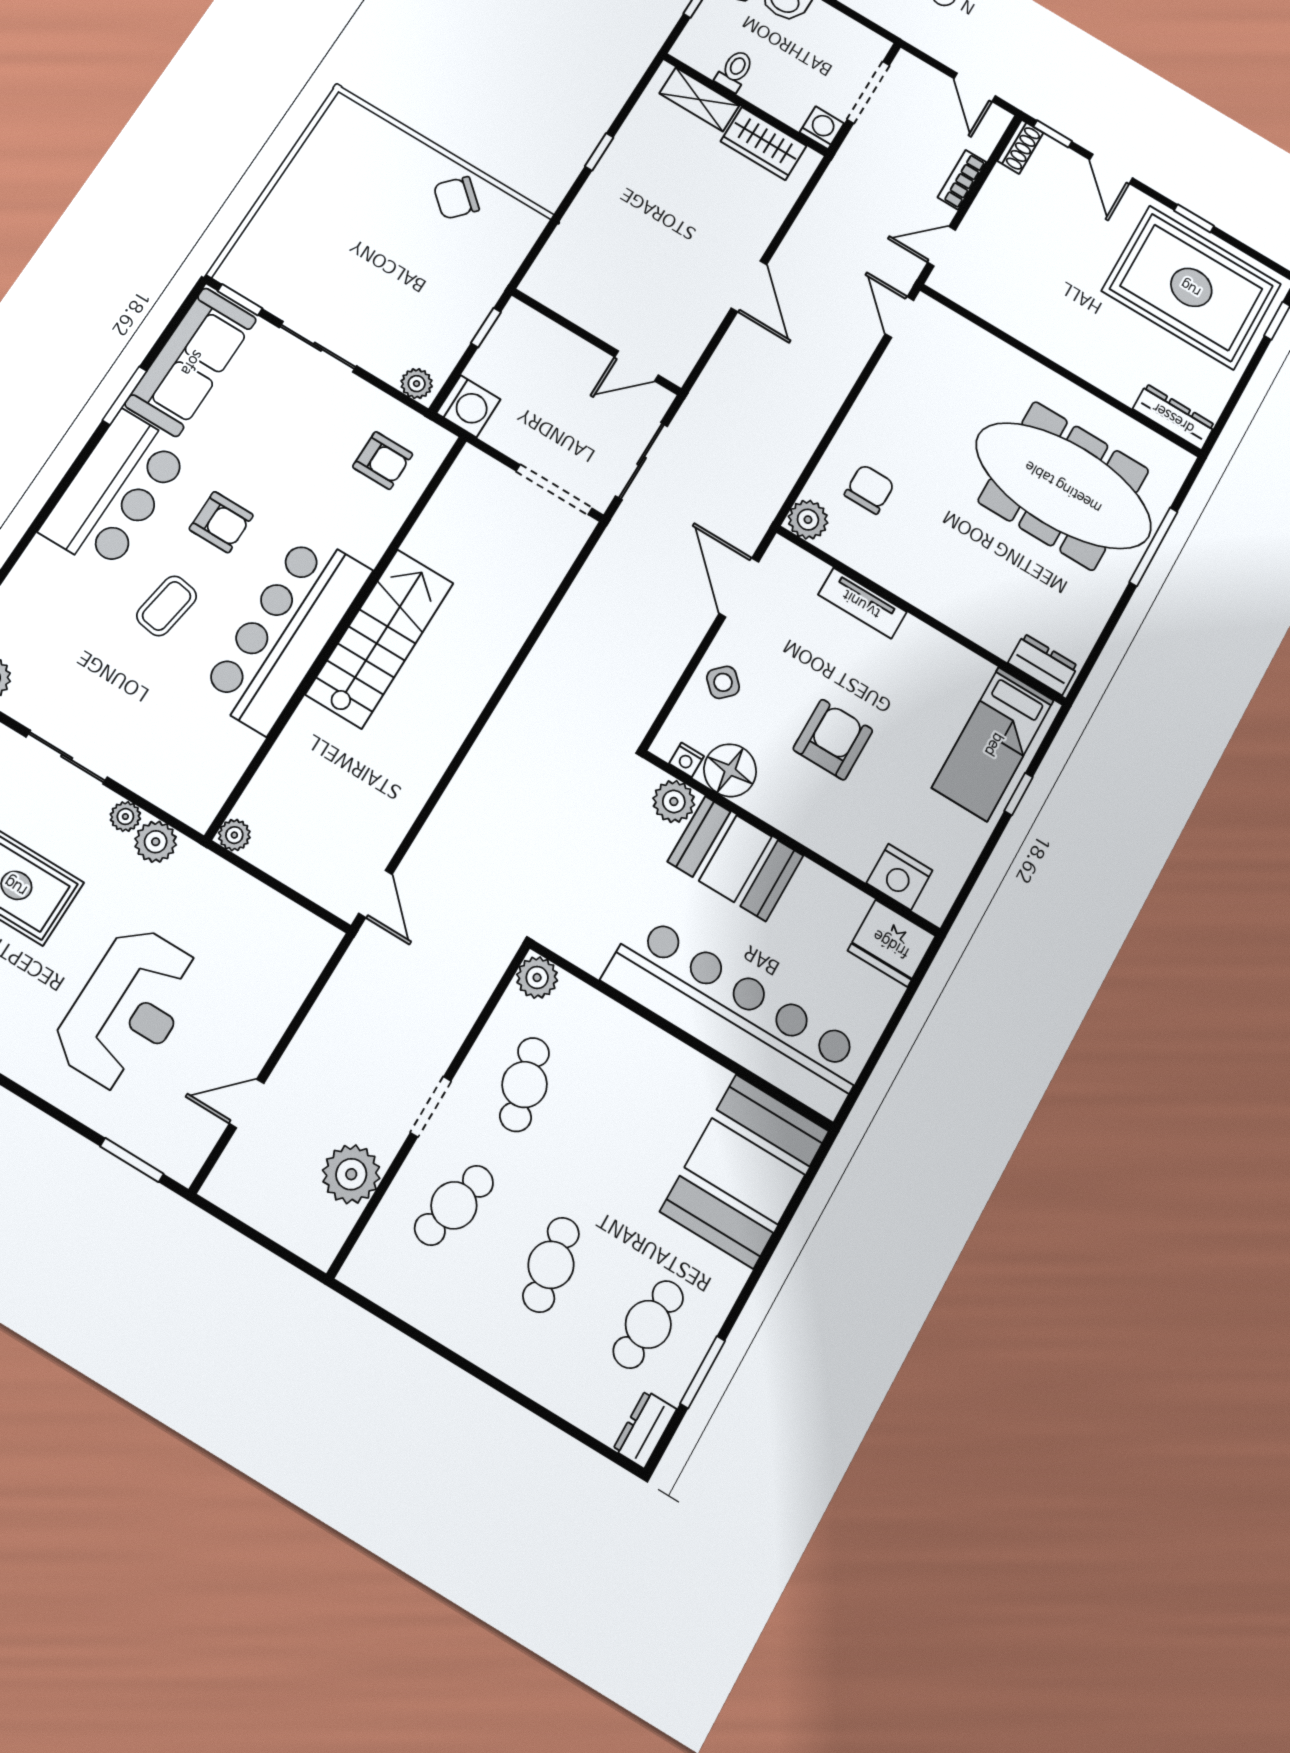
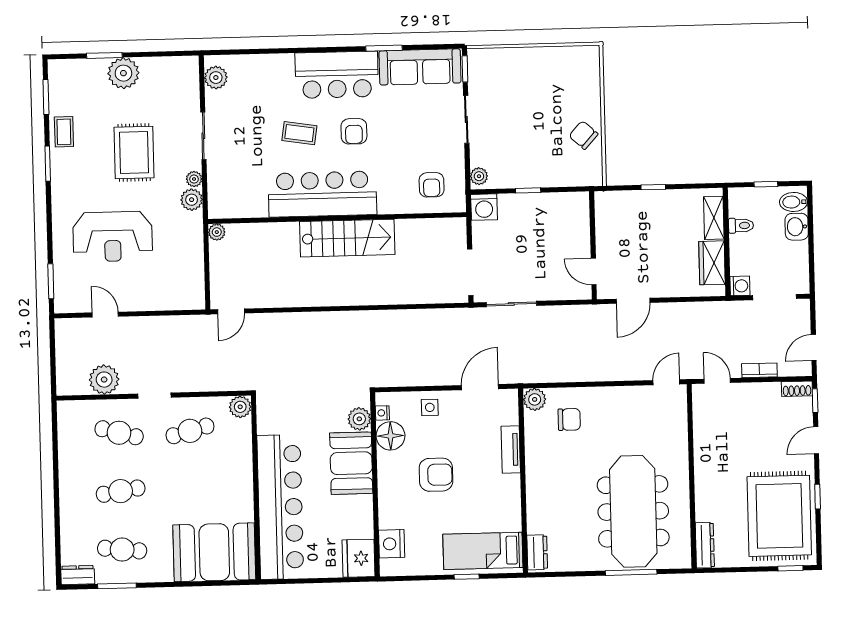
wall: (596, 342) -> (593, 245), moved
door: (636, 366) -> (594, 272), moved
side table: (723, 682) -> (430, 407), turned 45

